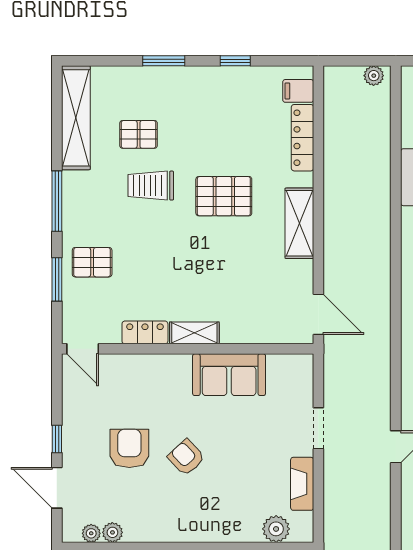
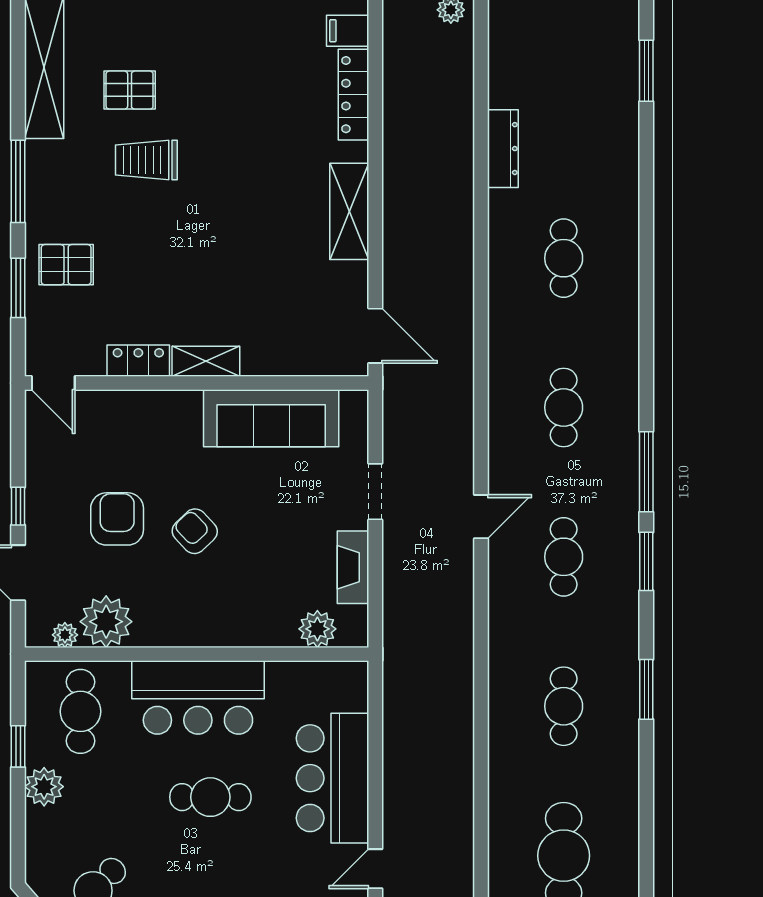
pallet: (224, 196) -> (246, 174), removed
sofa: (229, 375) -> (271, 418), width x1.36
plant: (112, 532) -> (106, 622), width x1.88, depth x1.88

